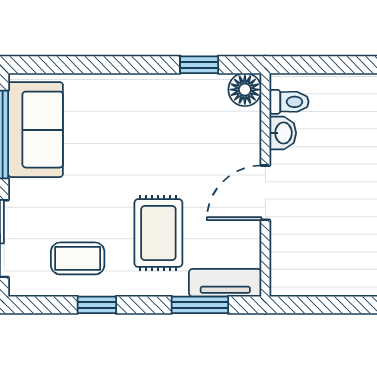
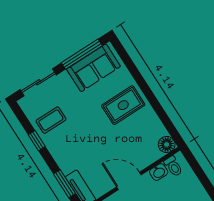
window: (199, 65) -> (165, 119), removed
rug: (158, 233) -> (123, 105), moved
coffee table: (78, 258) -> (51, 120), turned 90

